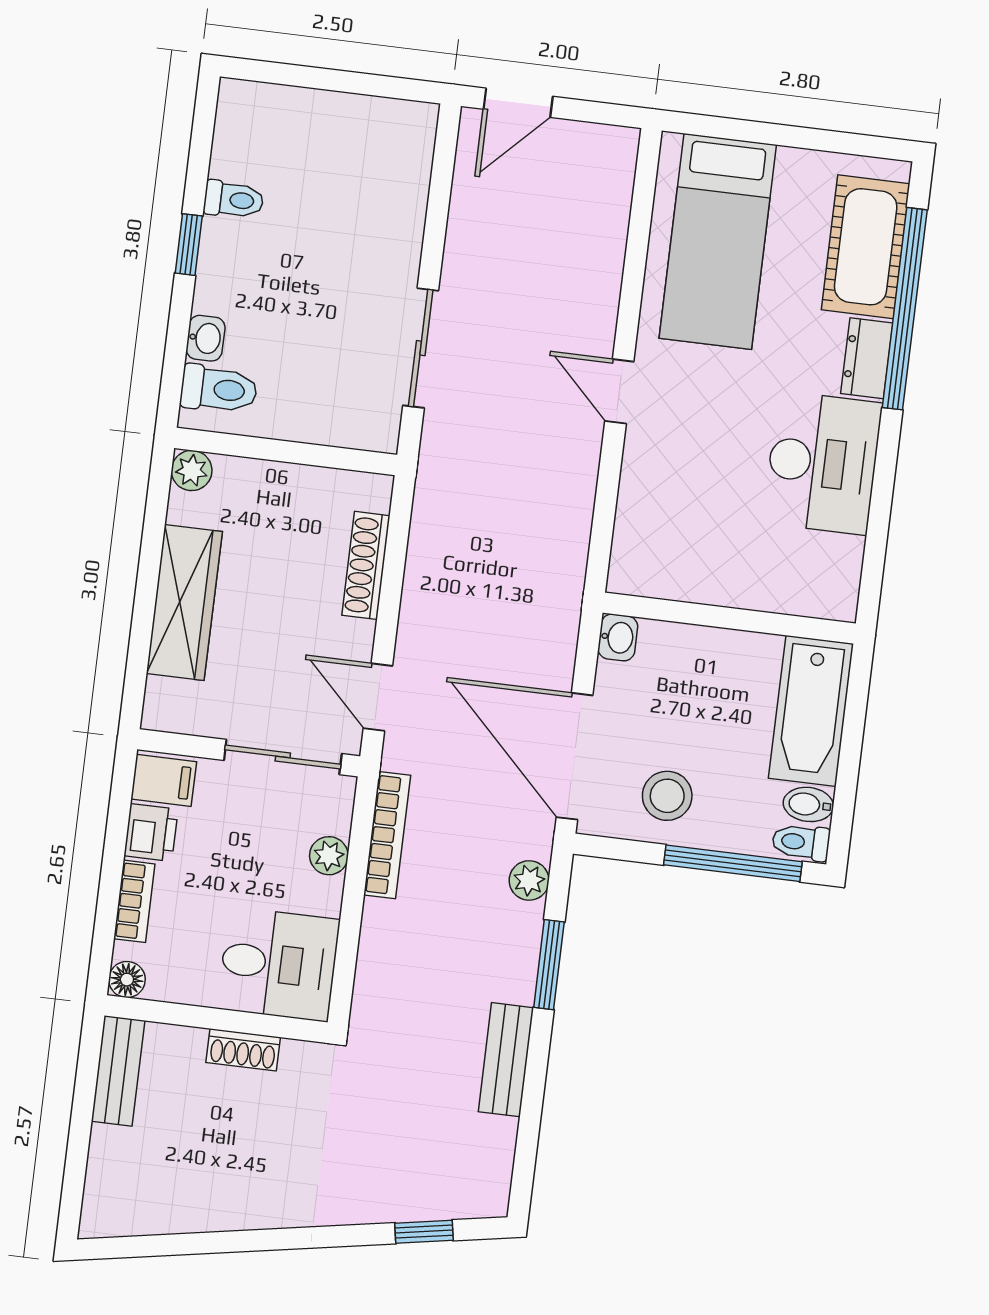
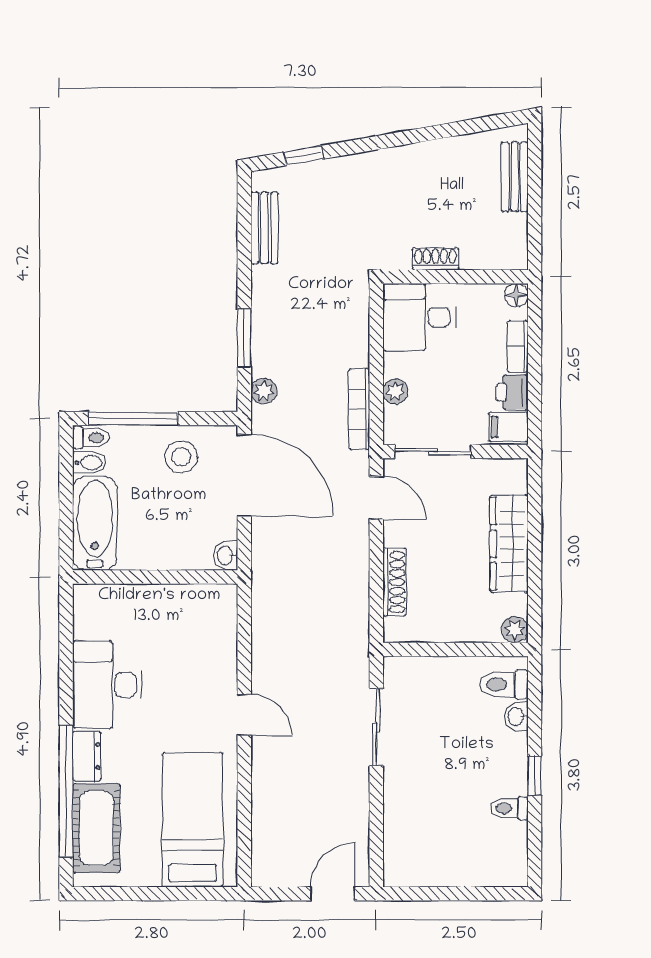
bench: (506, 1060) -> (265, 228), moved
bench: (118, 1071) -> (515, 177), moved

